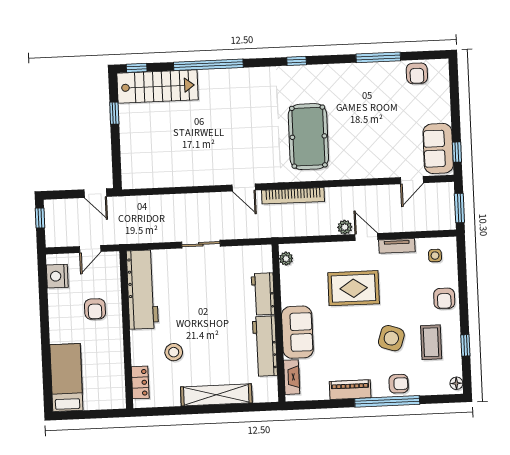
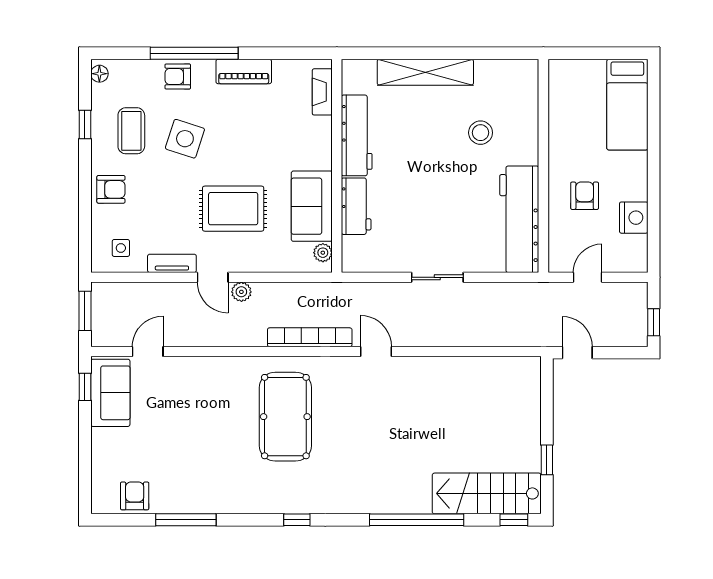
nightstand: (57, 276) -> (634, 218), moved
armchair: (444, 298) -> (111, 189), turned 90
sofa: (297, 332) -> (312, 206), moved
locker: (140, 382) -> (528, 94), removed

